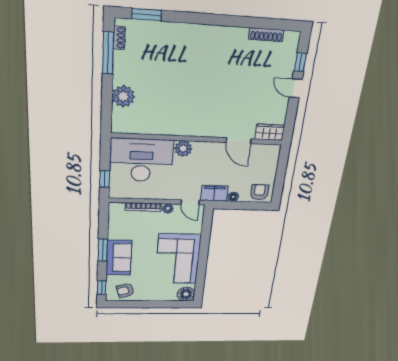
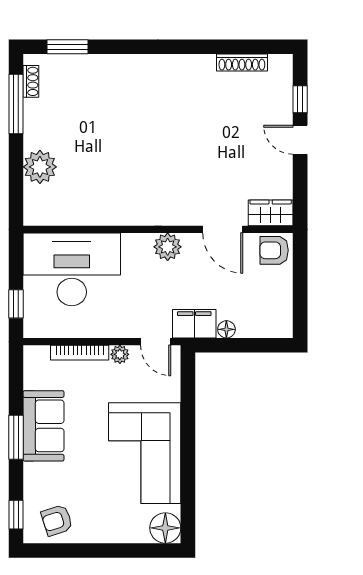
plant: (183, 149) -> (168, 247), moved
armchair: (260, 192) -> (274, 250), moved, turned -90
sofa: (119, 258) -> (44, 426), moved

